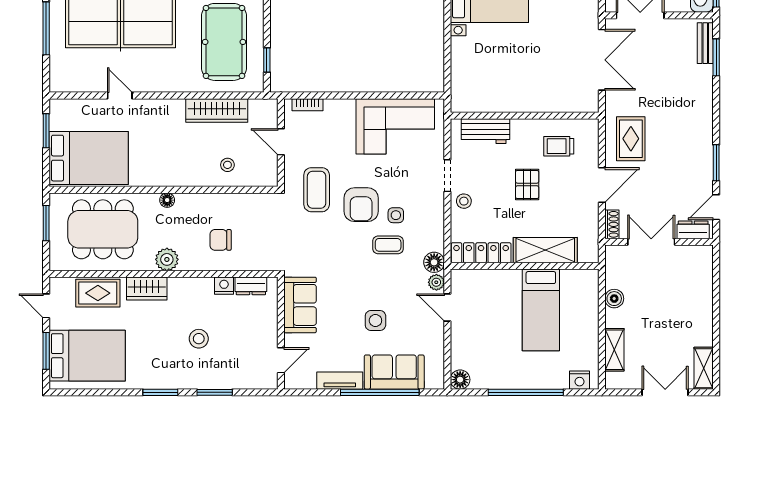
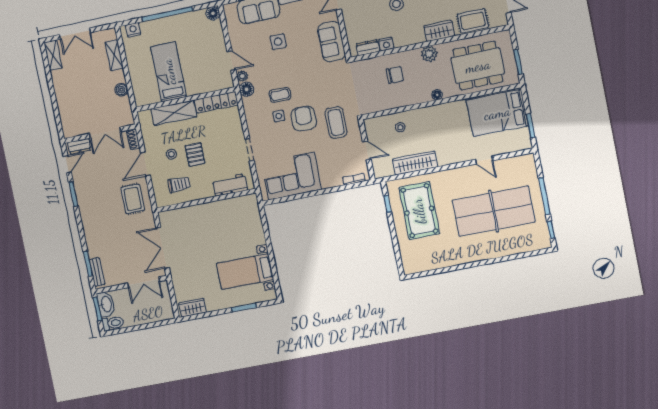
stool: (464, 201) -> (171, 154), moved

